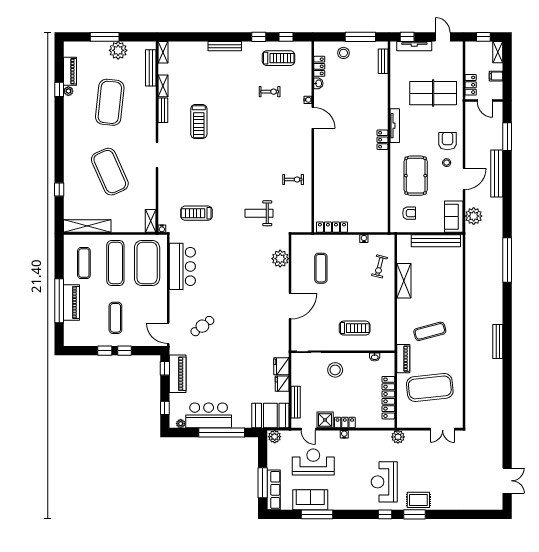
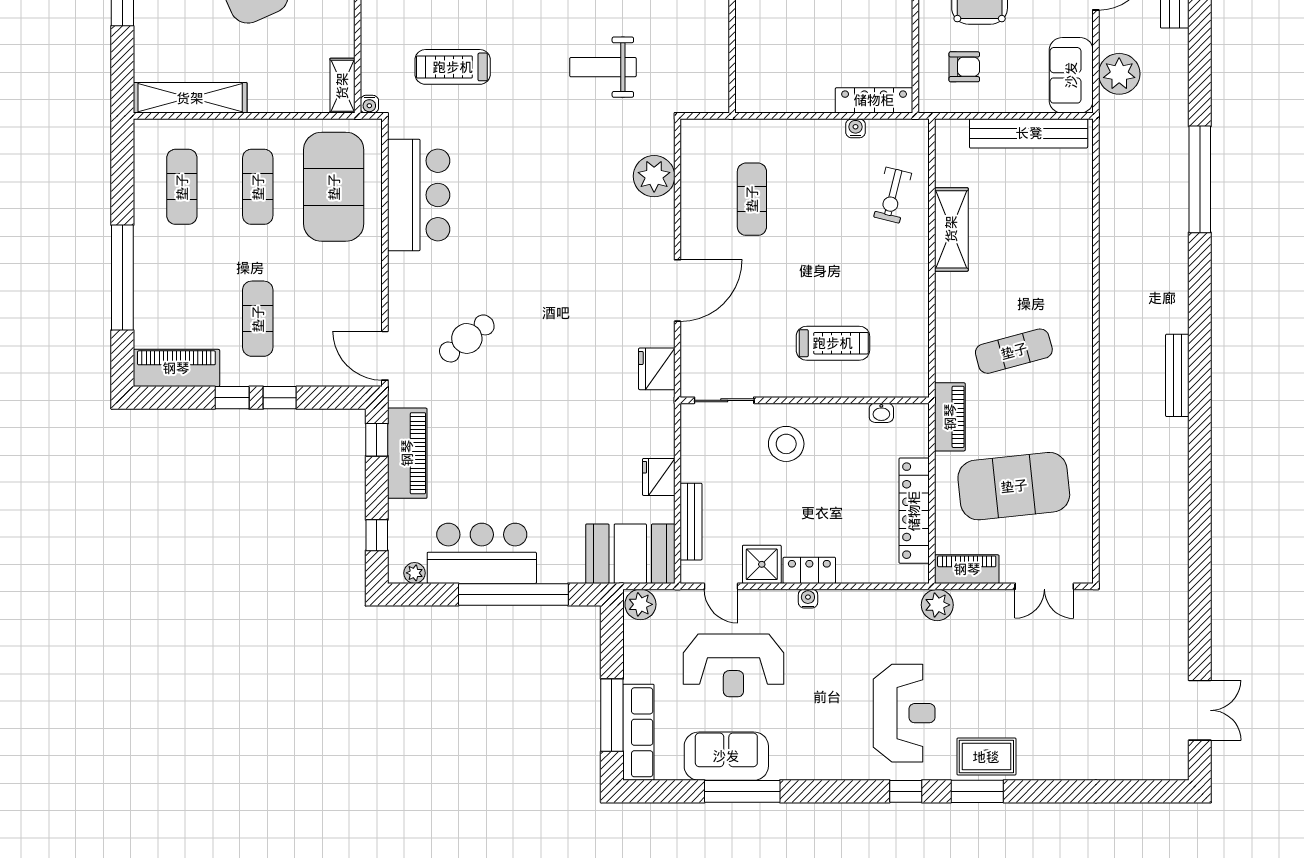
locker: (332, 227) -> (874, 100), moved
exercise mat: (115, 263) -> (258, 187), width x0.73, depth x0.69
piano: (72, 302) -> (176, 368), moved, turned -90
fridge: (281, 366) -> (657, 369), moved
piano: (410, 422) -> (967, 569), added
reception desk: (313, 462) -> (733, 665), turned 180
reception desk: (384, 482) -> (904, 713), turned 180

